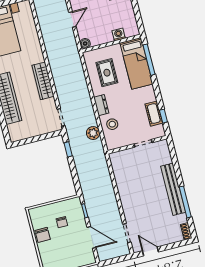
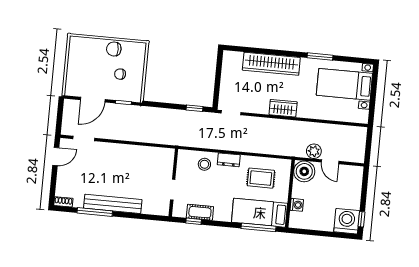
boiler: (85, 43) -> (304, 171), width x1.86, depth x1.86
wardrobe: (43, 81) -> (283, 108), width x0.67
plant: (93, 133) -> (314, 151), moved

